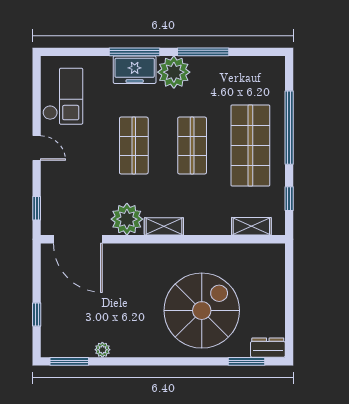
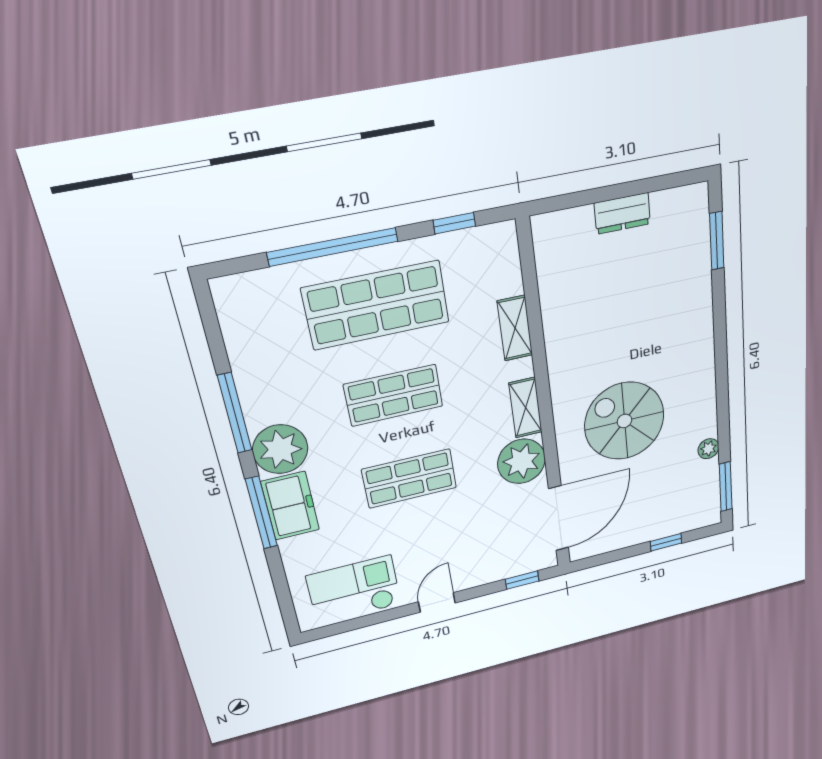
shelving: (251, 226) -> (515, 328), moved
spiral stairs: (202, 311) -> (624, 421), moved, width x0.73, depth x0.73
dresser: (268, 348) -> (622, 213), moved, turned -90

